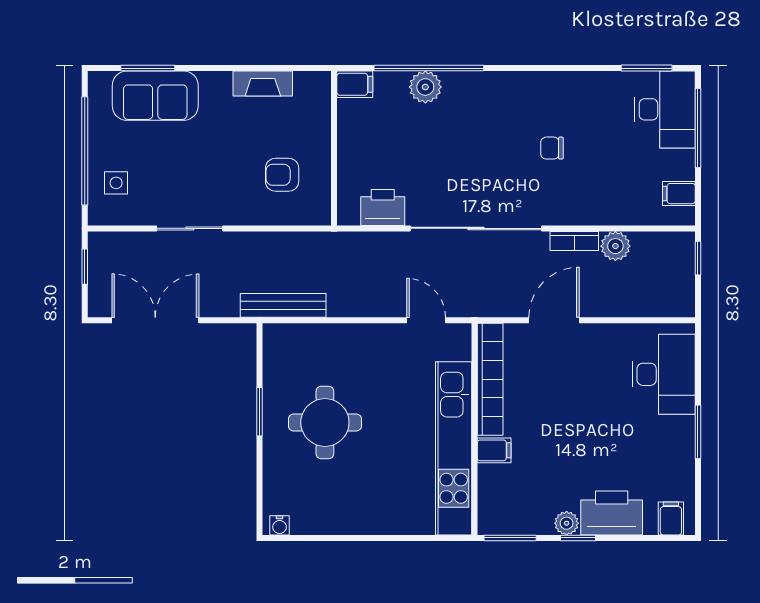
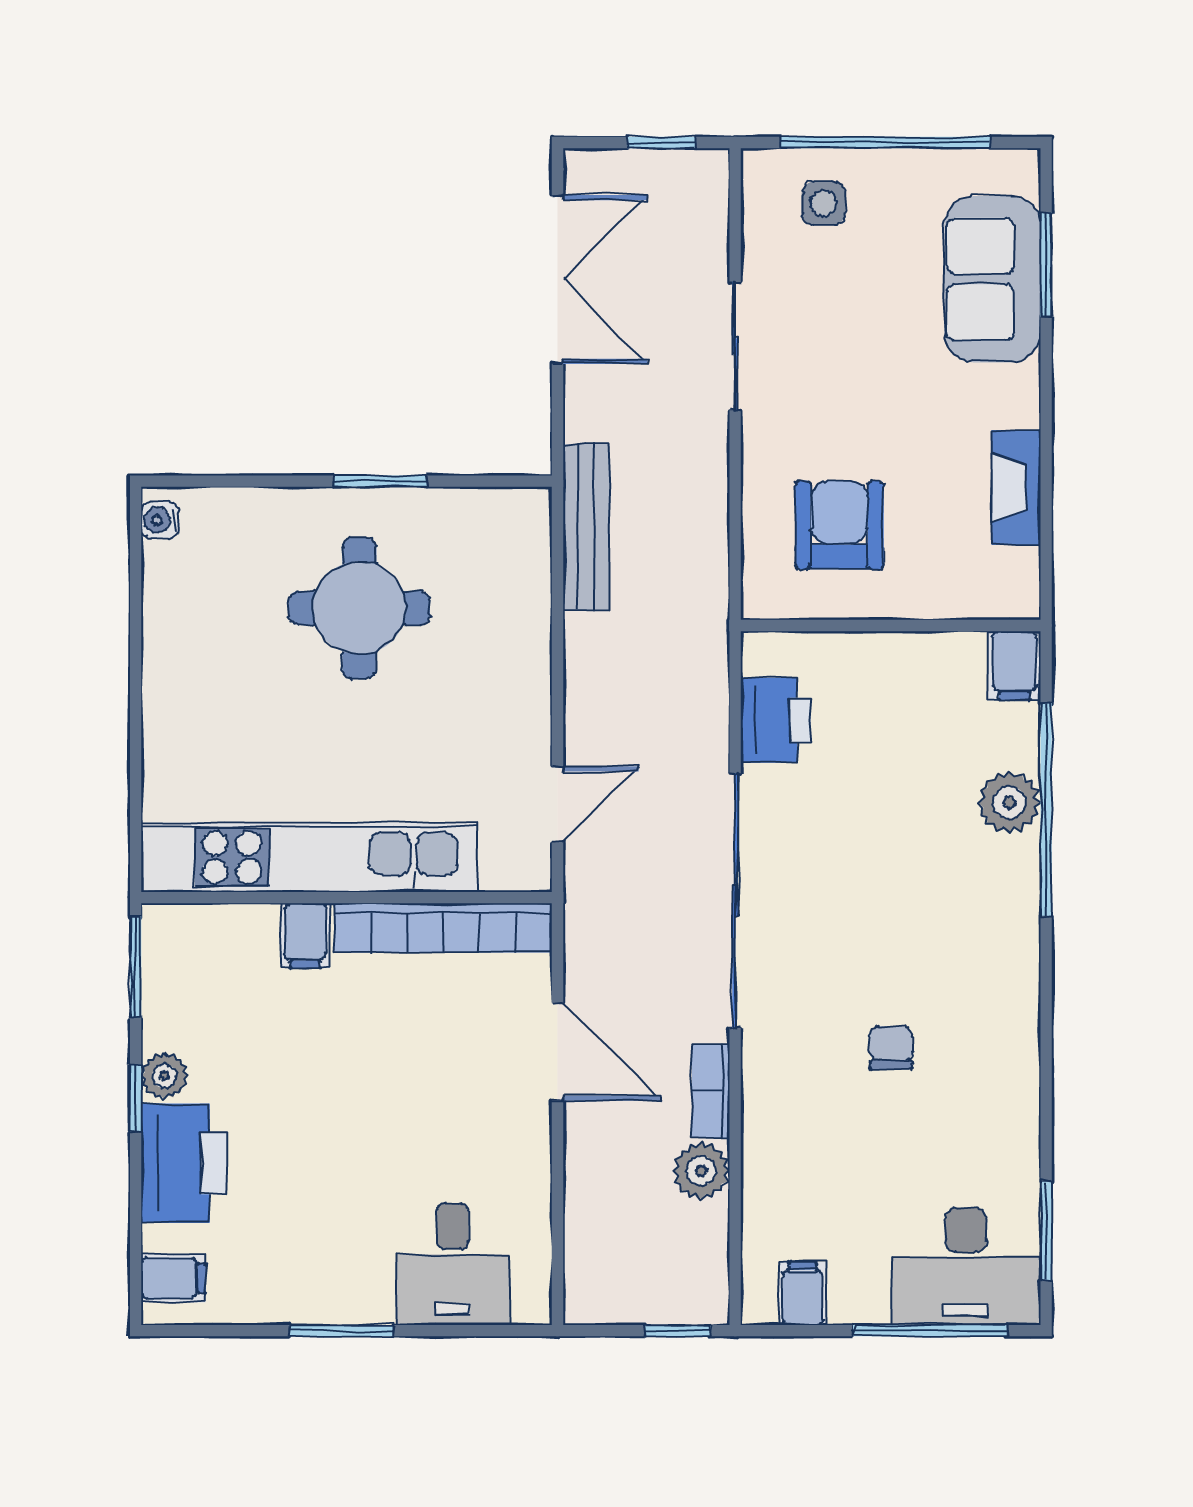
armchair: (282, 175) -> (839, 525), width x1.38, depth x1.38
desk: (664, 374) -> (453, 1264), width x0.73

